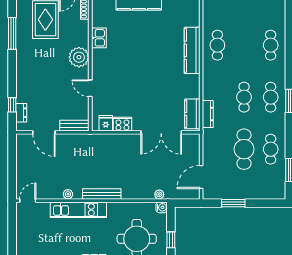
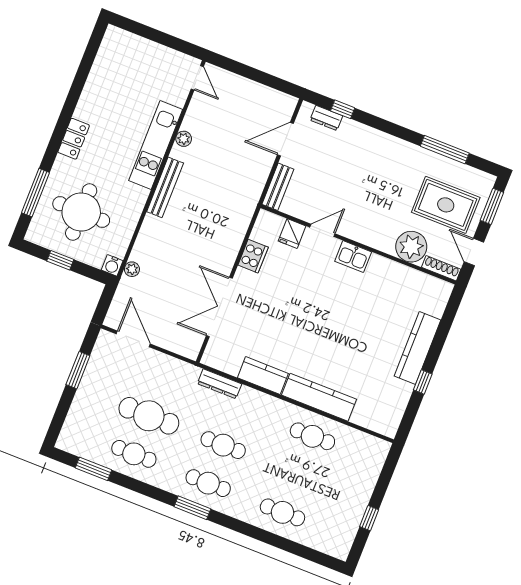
kitchen sink: (99, 38) -> (353, 257), moved
plant: (79, 57) -> (411, 247), moved
kitchen counter: (192, 114) -> (263, 376), moved
fridge: (106, 123) -> (292, 234), moved, turned 90

